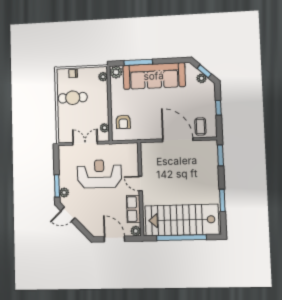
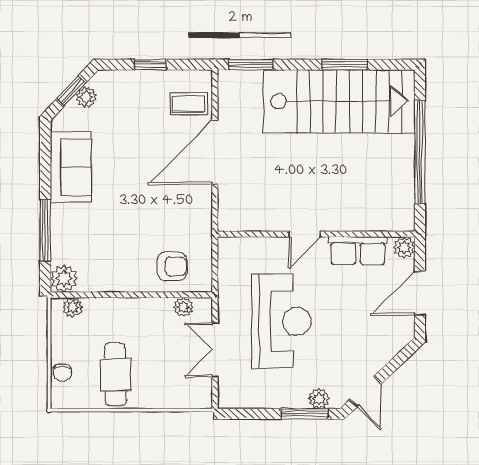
sofa: (154, 76) -> (71, 167), width x0.54, depth x0.79
reception desk: (99, 174) -> (281, 321), turned 180
stairs: (182, 220) -> (339, 101), moved, turned -90

